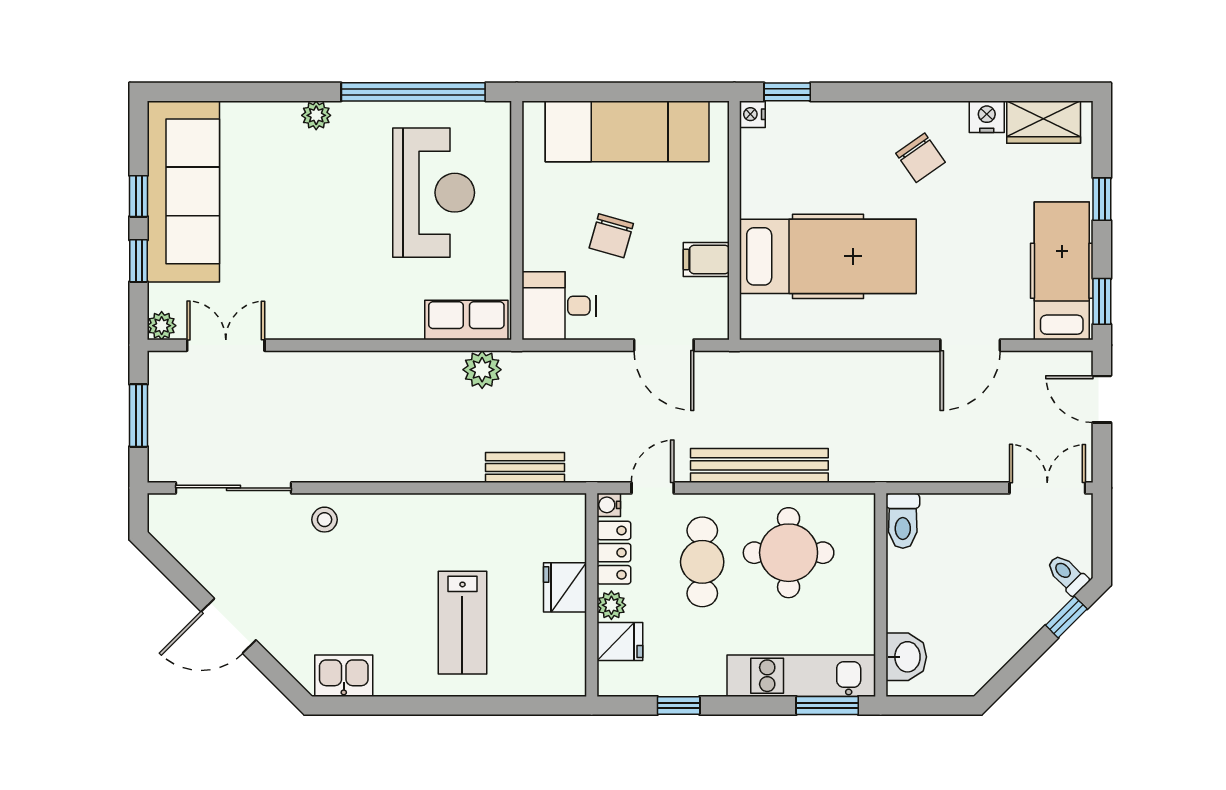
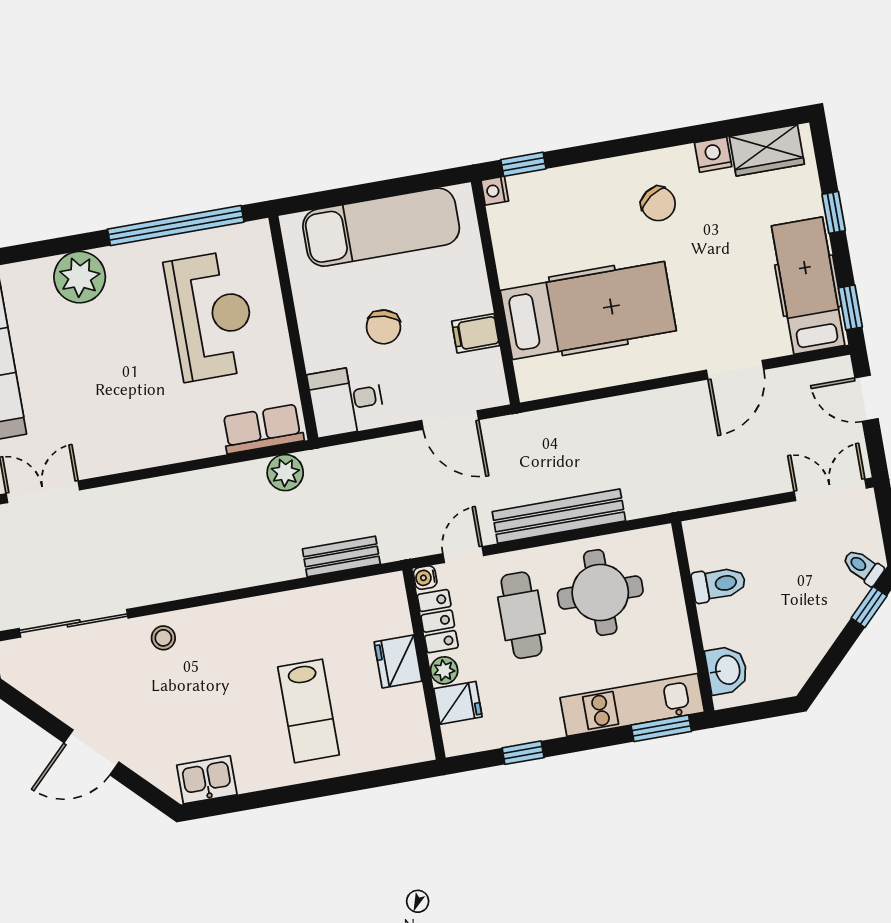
plant: (316, 115) -> (80, 277), width x1.87, depth x1.87
toilet: (903, 521) -> (719, 584), moved, turned -90

